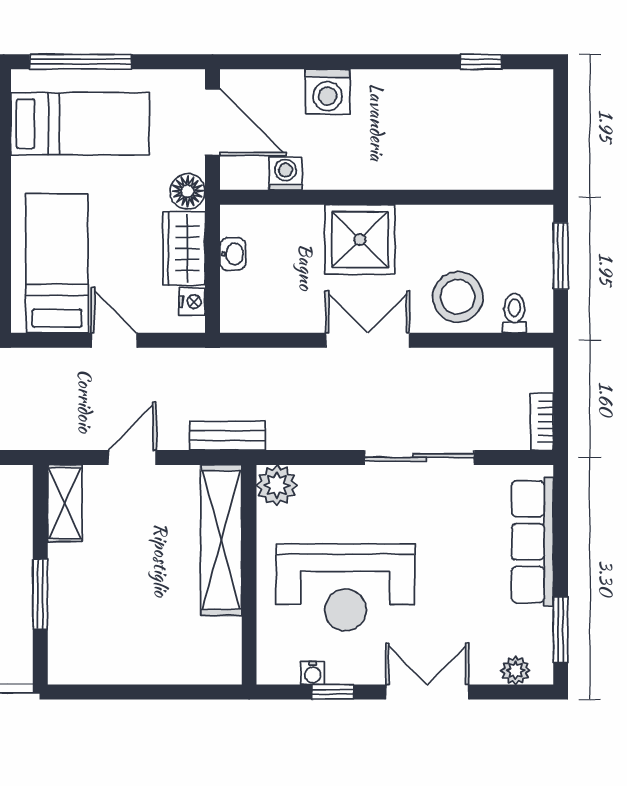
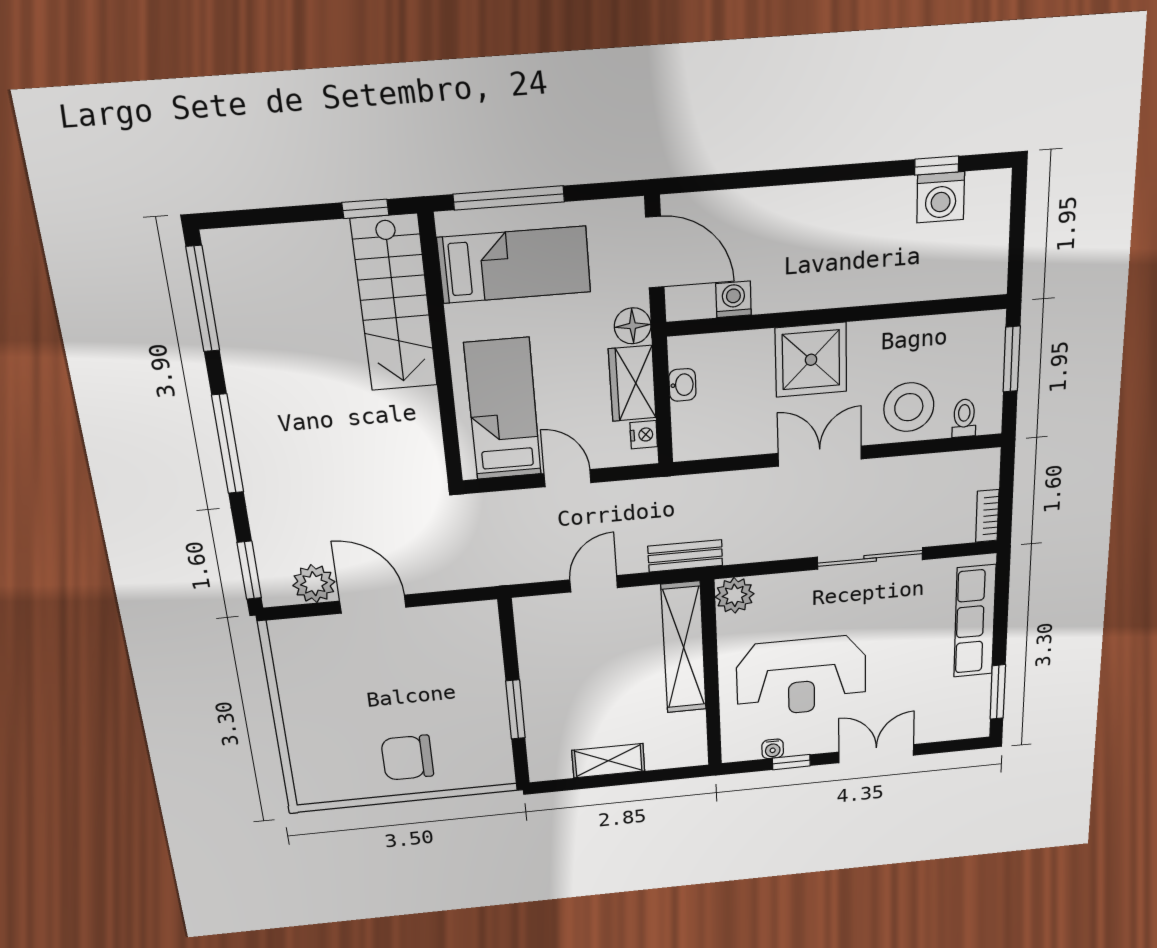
washing machine: (328, 92) -> (941, 197), moved
shelving: (65, 503) -> (608, 761), moved, turned 90
plant: (515, 670) -> (956, 729), removed

